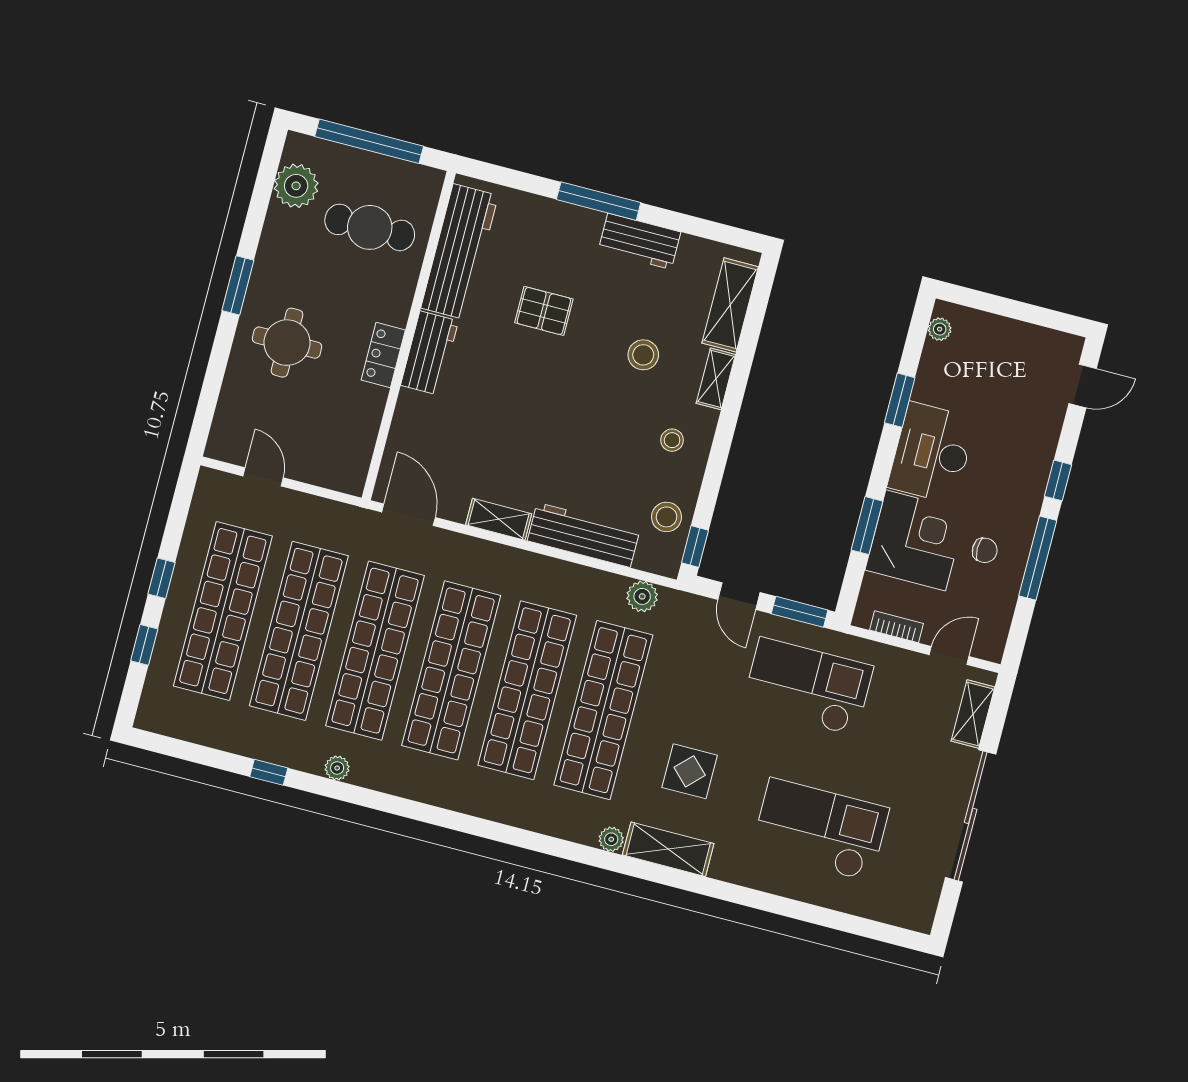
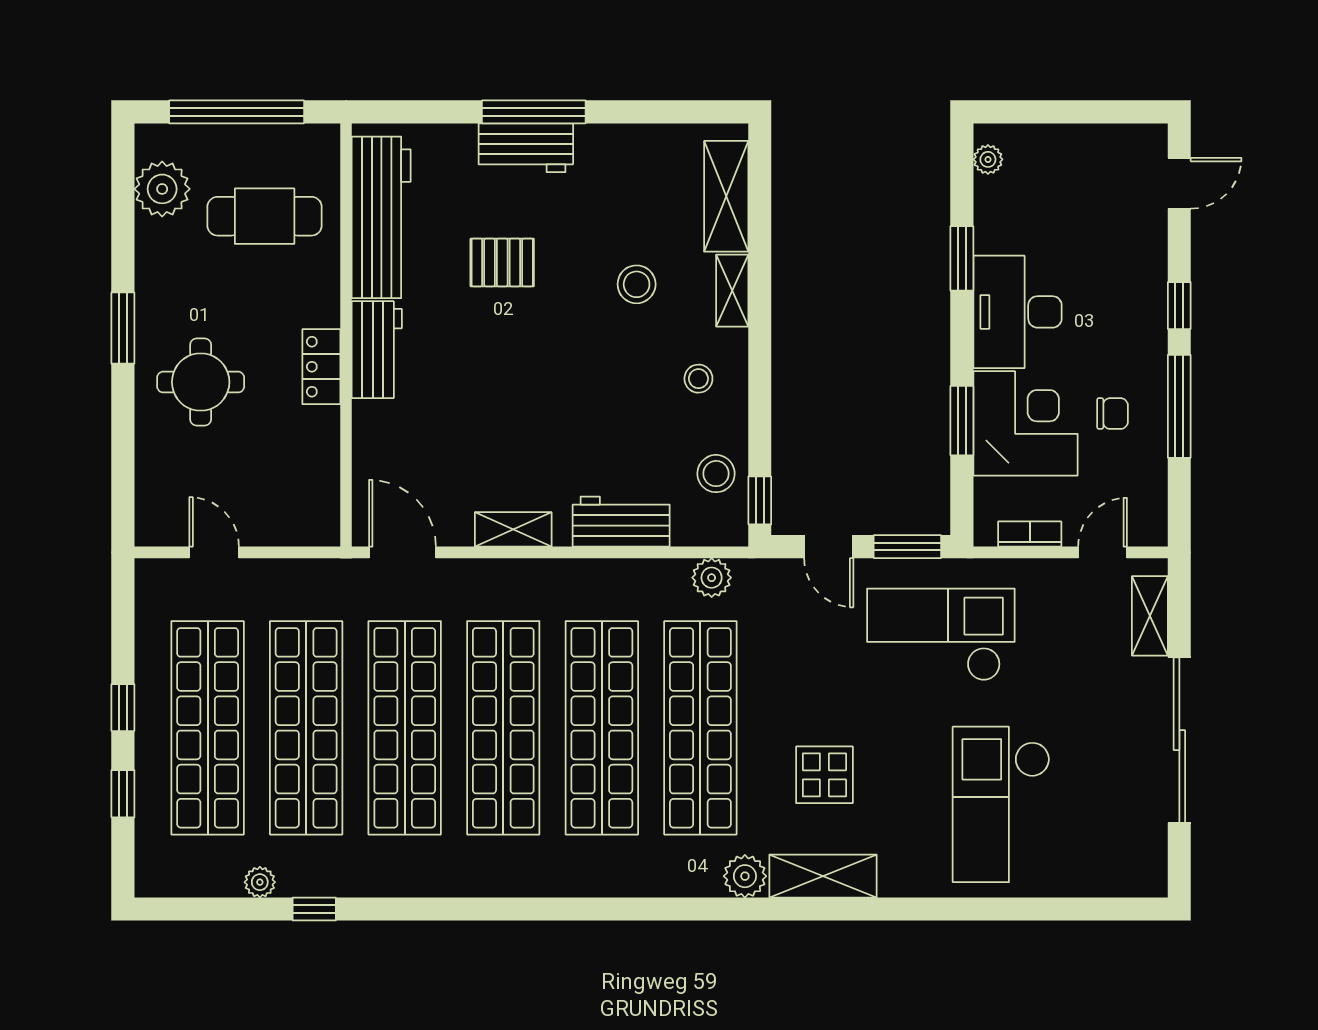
workbench: (639, 241) -> (526, 148), moved
workbench: (584, 535) -> (621, 522), width x0.73
plant: (337, 768) -> (260, 882), moved
checkout: (820, 830) -> (1001, 804), turned -90
plant: (611, 839) -> (745, 876), width x1.38, depth x1.38

